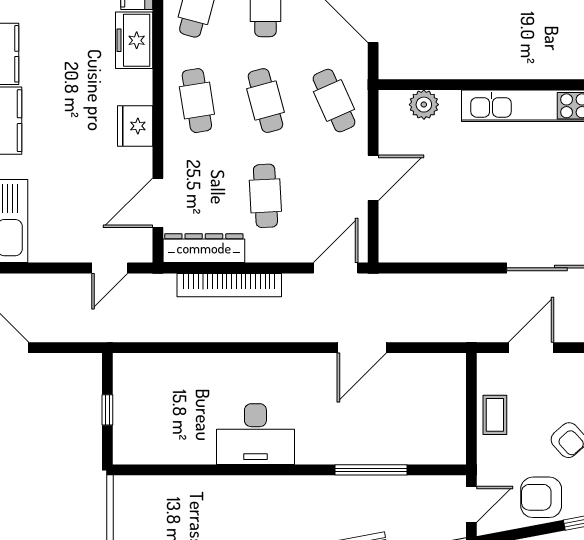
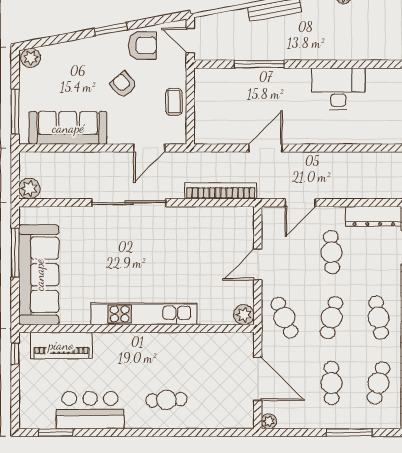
cafe table: (265, 101) -> (332, 318), turned 30
plant: (424, 105) -> (244, 315), moved
door: (336, 268) -> (300, 203), moved
bookcase: (229, 285) -> (221, 191), moved
door: (471, 504) -> (190, 40), hinge flipped

